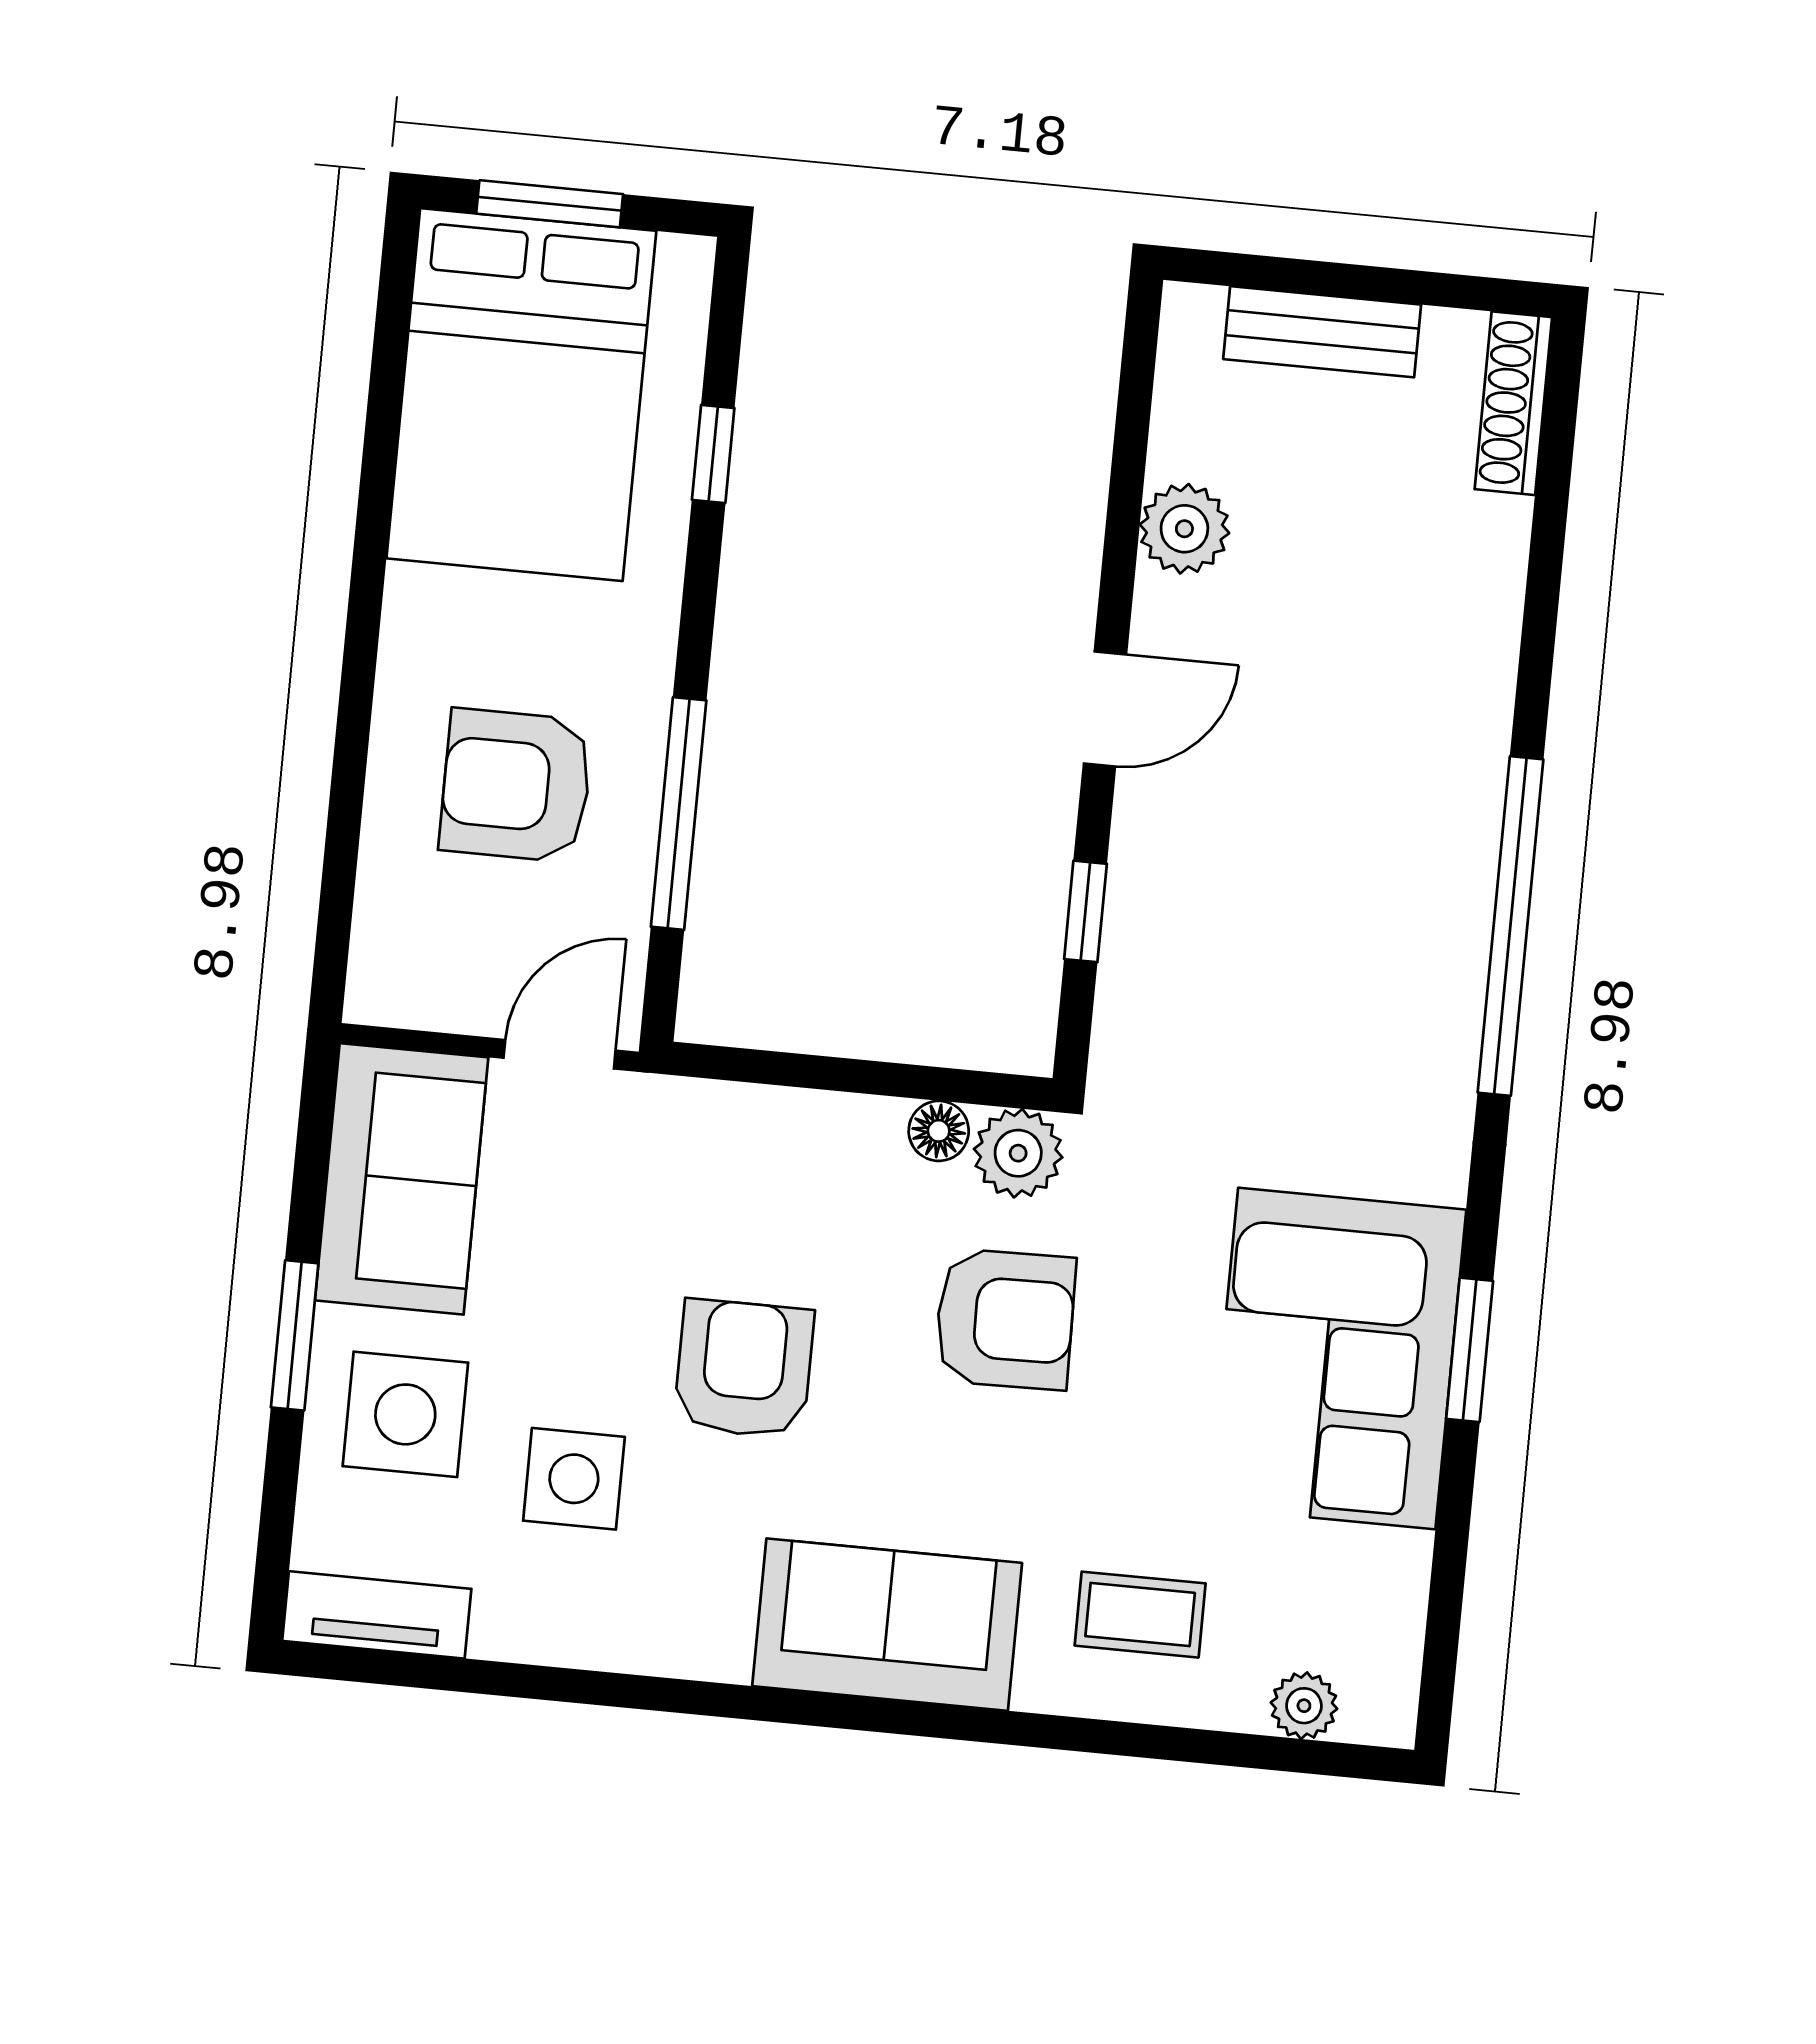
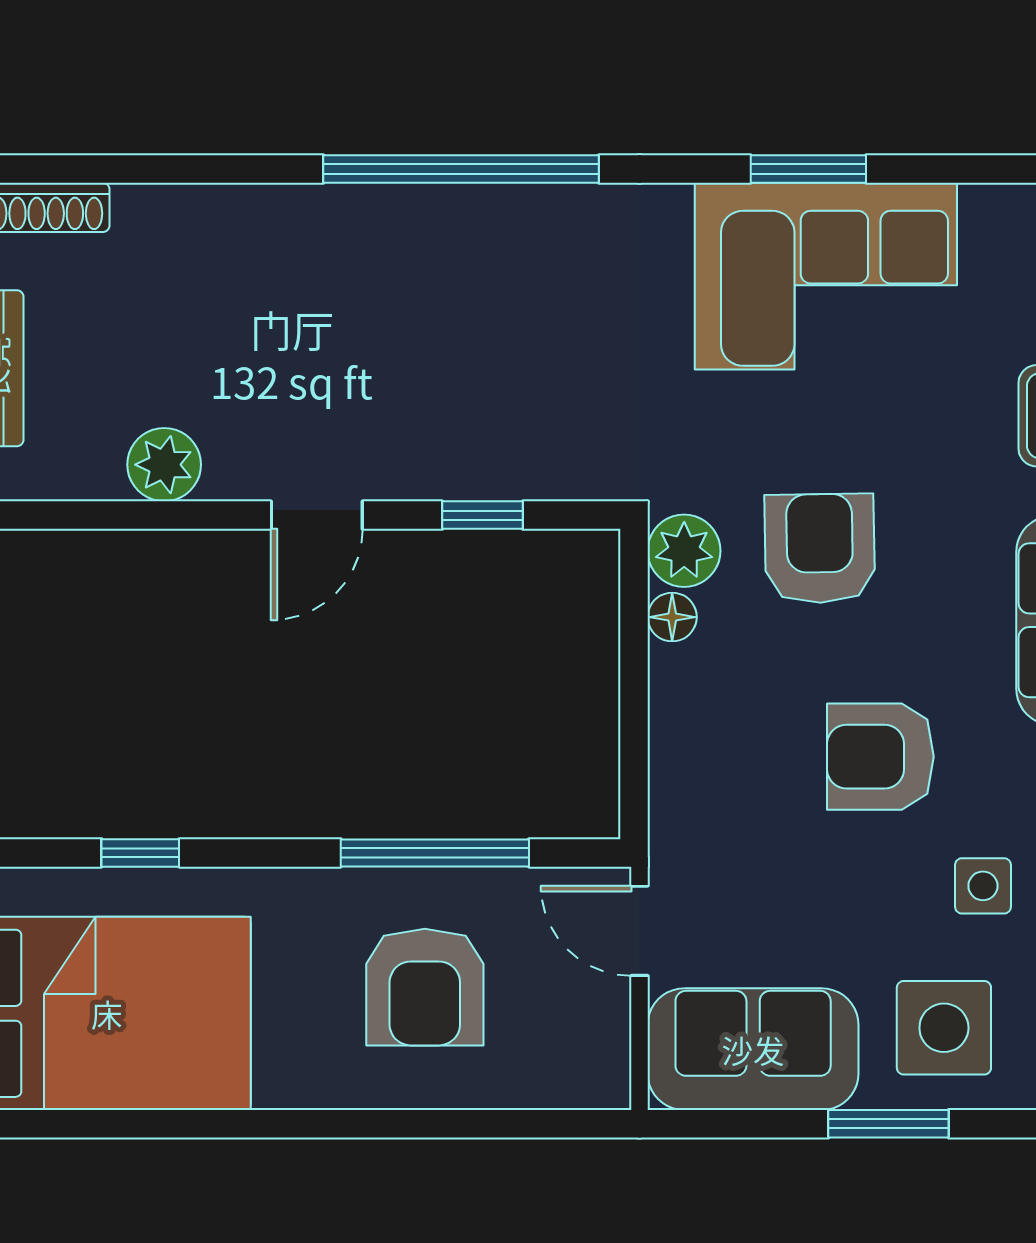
door: (1105, 709) -> (317, 515), swing flipped
side table: (574, 1479) -> (983, 886), width x0.73, depth x0.73

